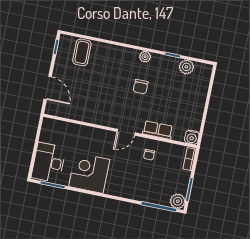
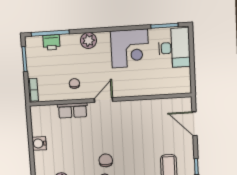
chair: (141, 87) -> (106, 160), moved
water cooler: (192, 137) -> (39, 143), moved, turned -90
printer: (160, 198) -> (51, 42), added
plant: (178, 201) -> (88, 40), moved

